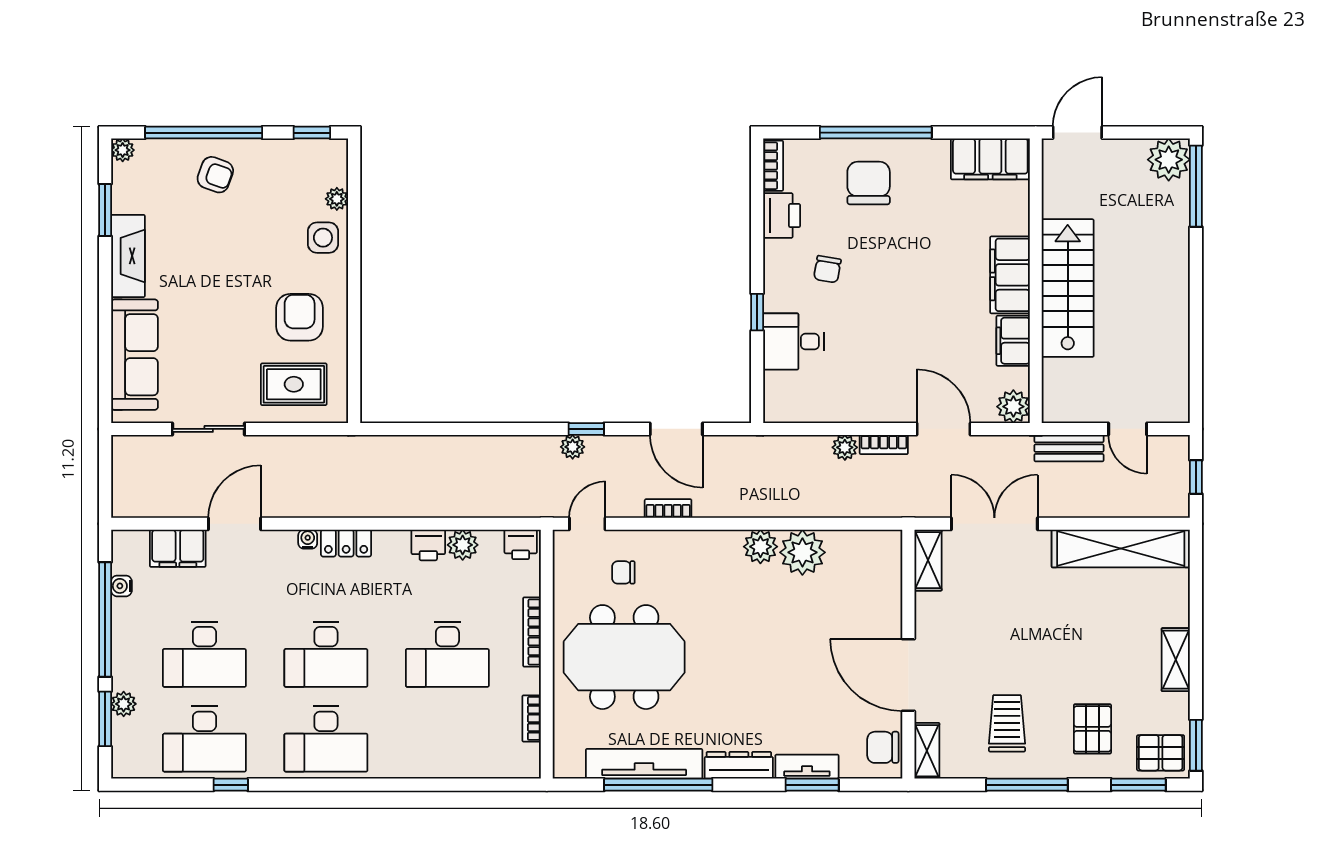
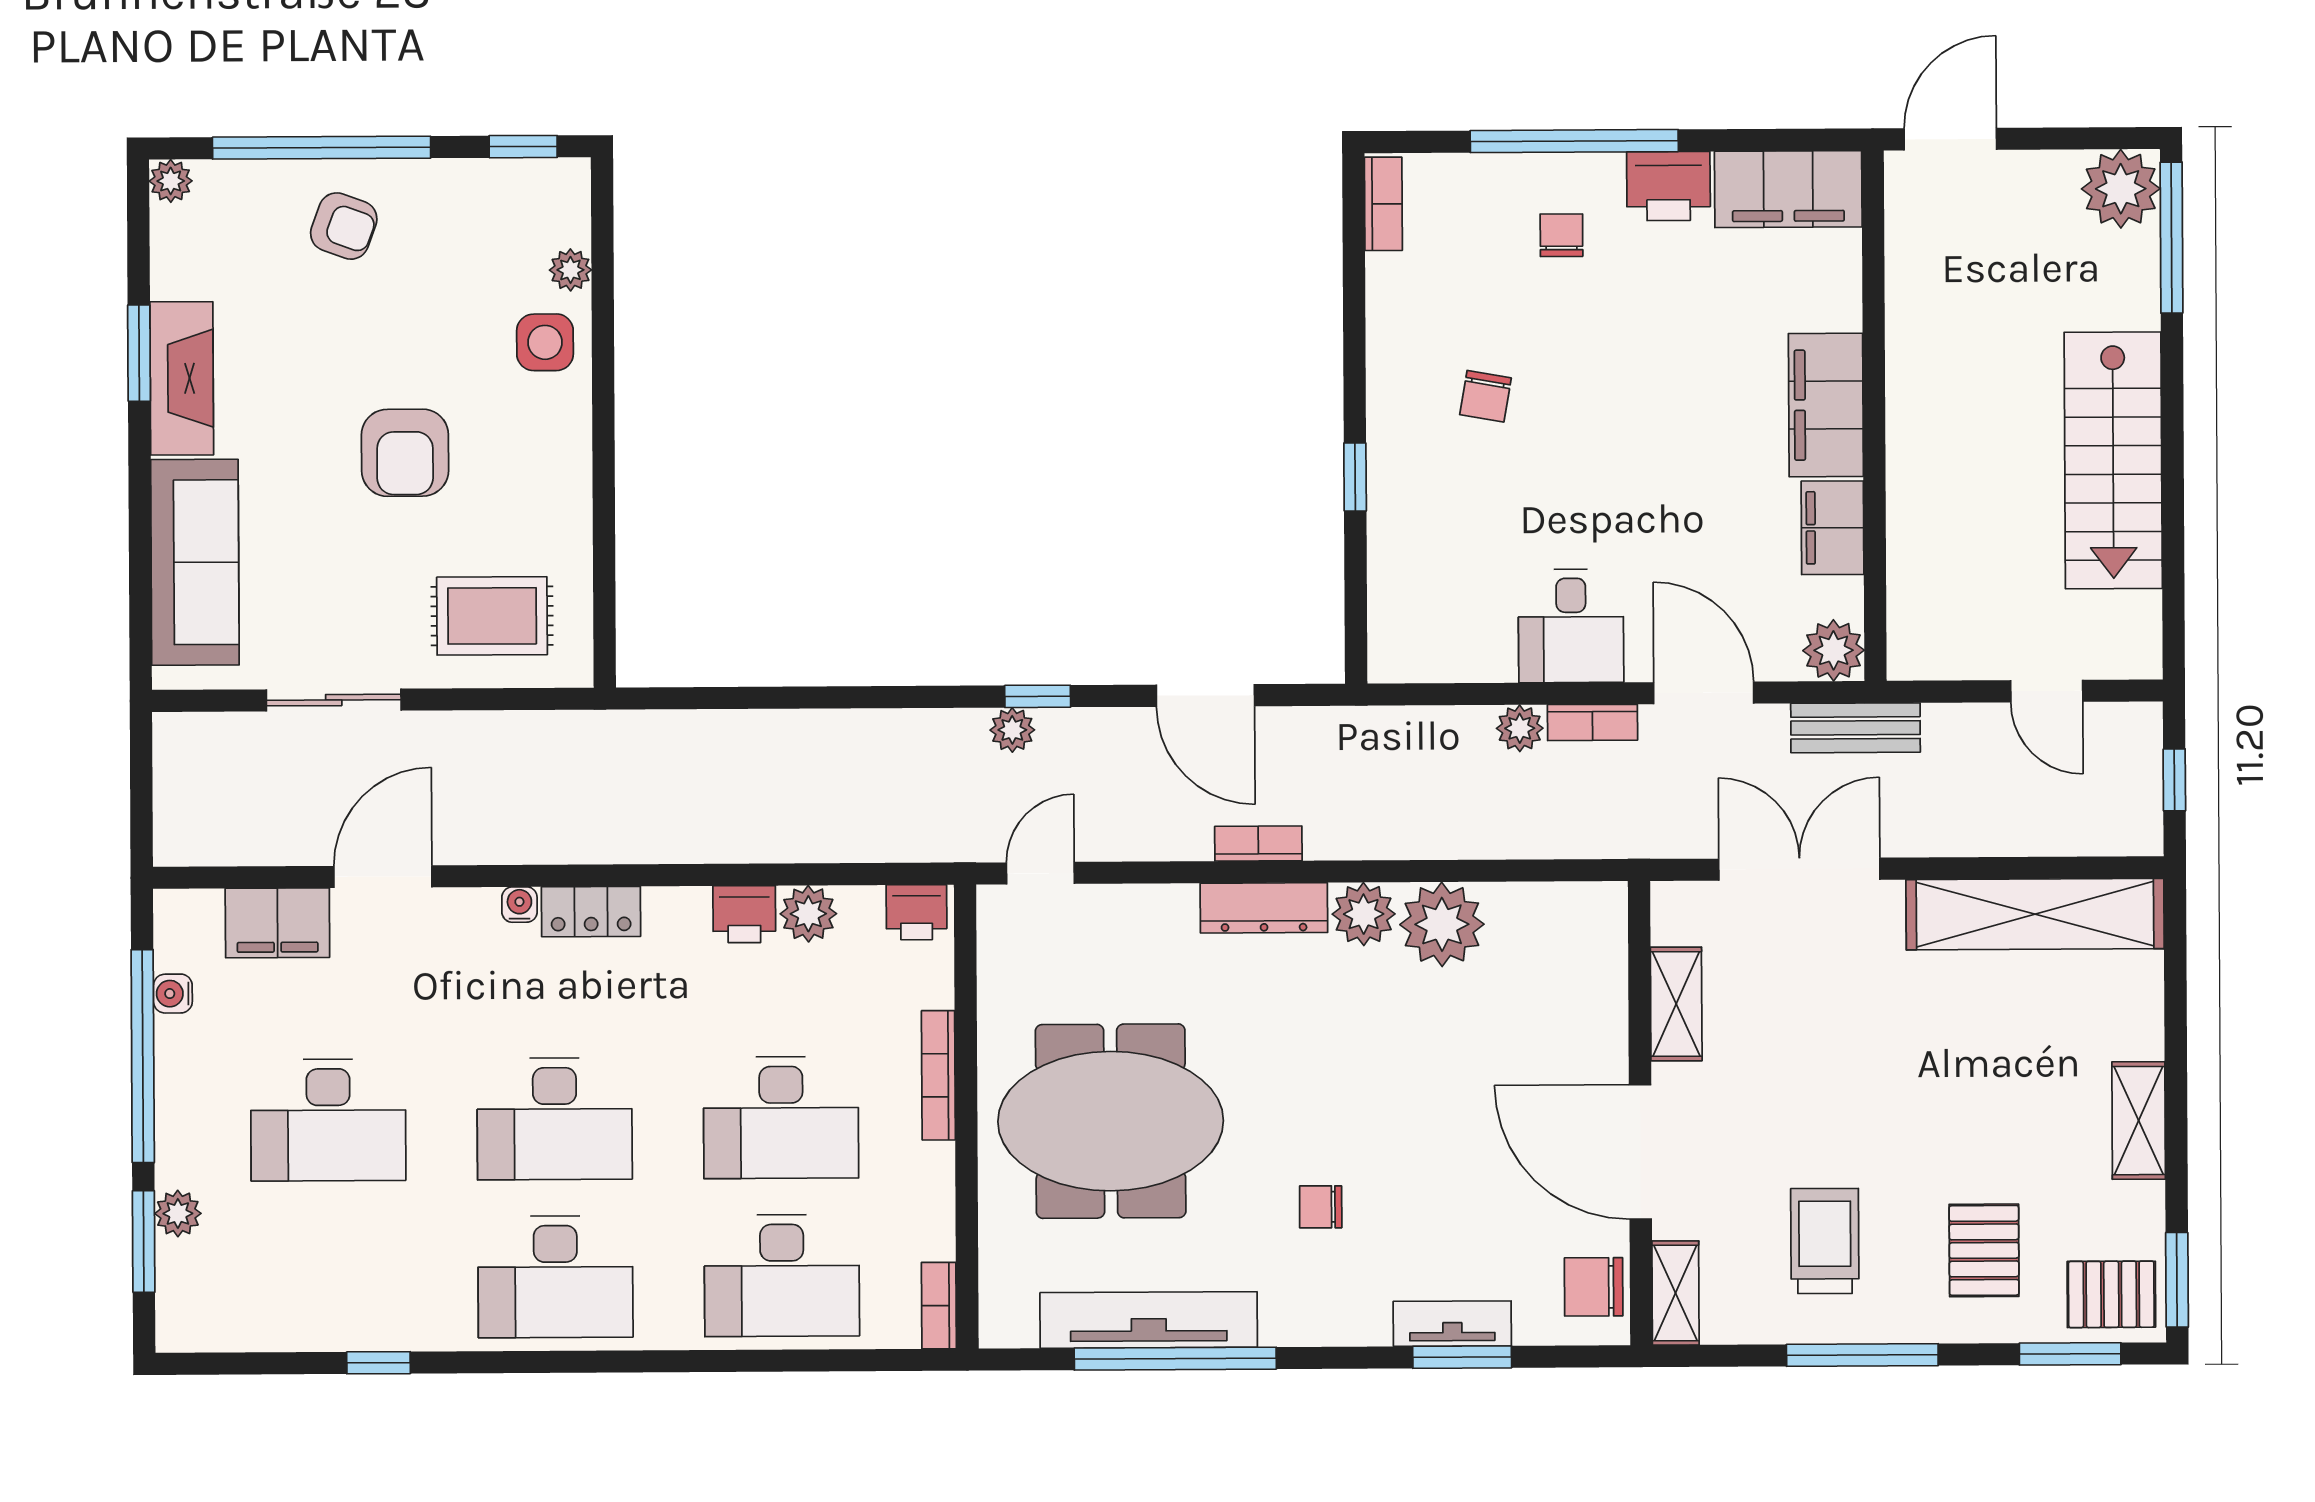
chair: (869, 183) -> (1561, 235), width x0.54, depth x0.54
window: (105, 210) -> (139, 353), moved
printer: (782, 216) -> (1668, 186), moved, turned 90
stairs: (1068, 288) -> (2113, 460), moved, turned 180
armchair: (300, 317) -> (405, 453), moved, turned 180
desk: (793, 342) -> (1571, 626), moved, turned -90
bench: (1069, 448) -> (1856, 728), moved
bookcase: (668, 509) -> (1258, 843), moved
shelving: (928, 560) -> (1676, 1004), moved
chair: (623, 572) -> (1321, 1207), moved
bookcase: (532, 718) -> (939, 1306), moved
desk: (204, 739) -> (782, 1275), moved
dresser: (739, 765) -> (1264, 908), moved, turned 180

